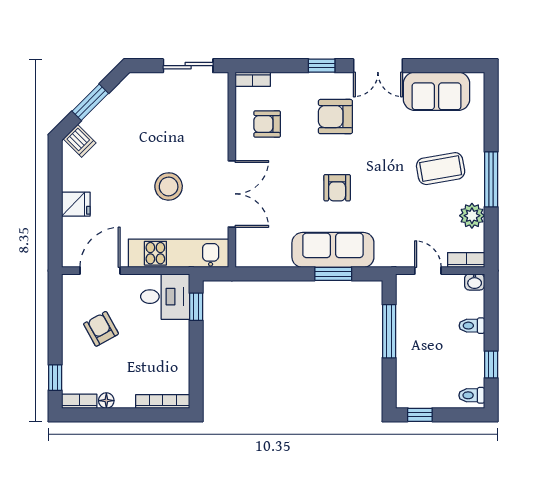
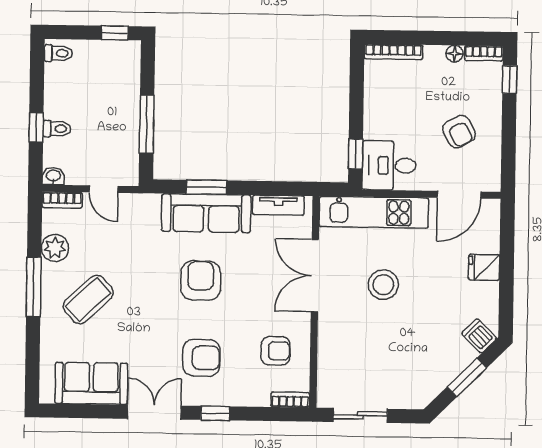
coffee table: (441, 169) -> (88, 300), turned -33
armchair: (337, 188) -> (201, 281), width x1.38, depth x1.38
tv unit: (267, 258) -> (278, 205), added
window: (491, 365) -> (36, 127), moved

